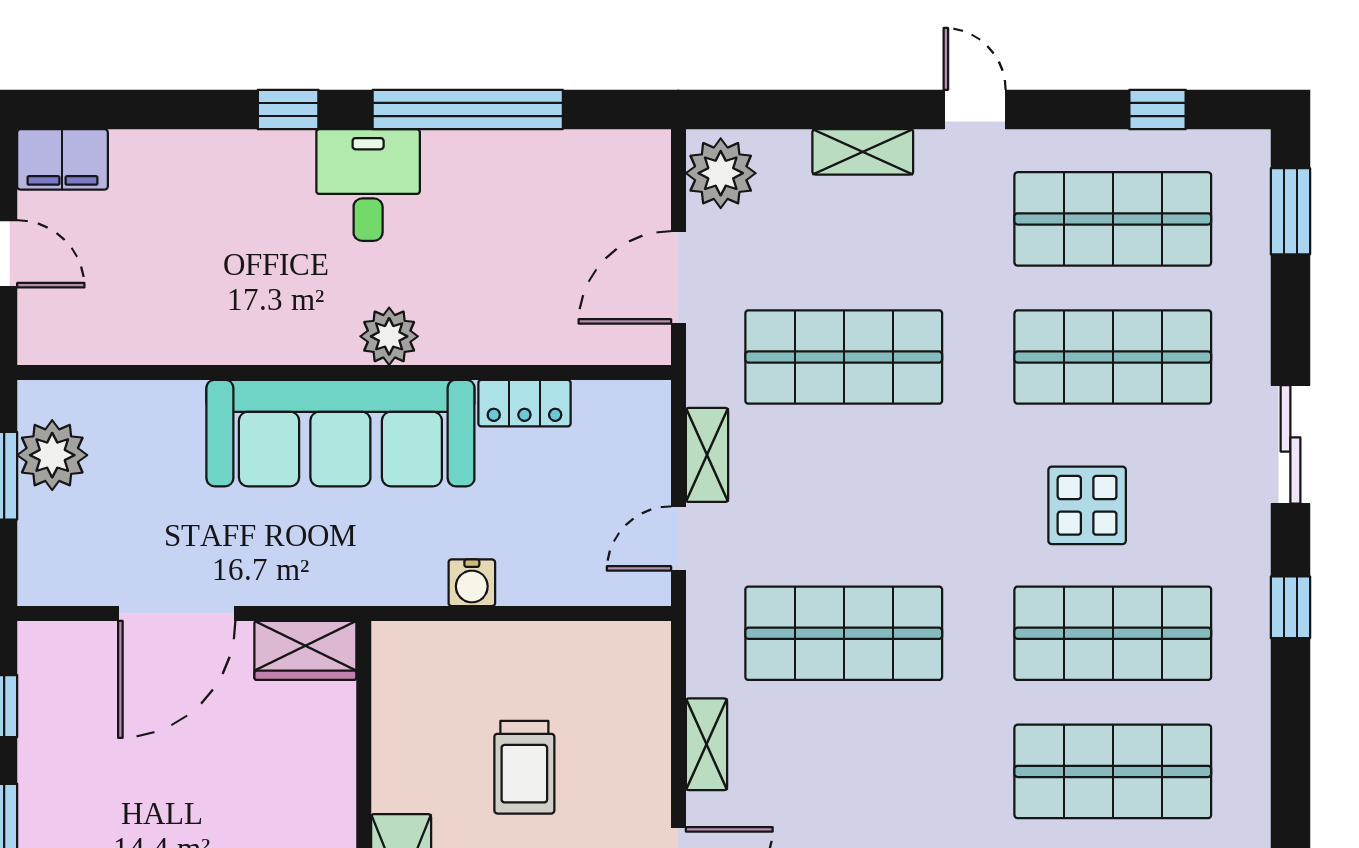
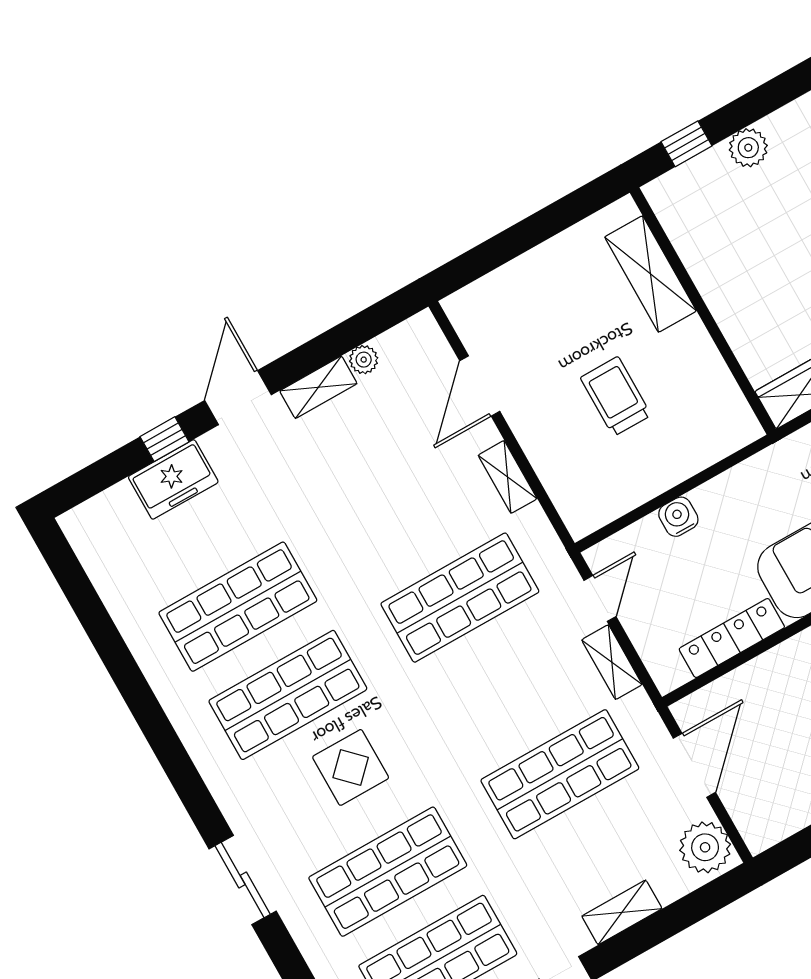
locker: (524, 403) -> (732, 638), width x1.53
water cooler: (472, 583) -> (678, 517), moved
window: (1290, 607) -> (184, 776), removed

